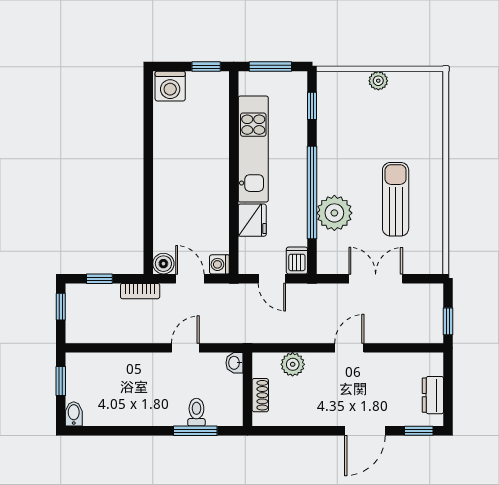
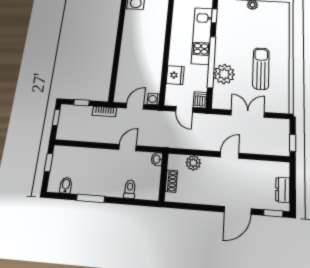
kitchen unit: (253, 149) -> (202, 36), moved, turned 180
boiler: (163, 264) -> (120, 96), removed
door: (190, 279) -> (135, 106), hinge flipped
bidet: (74, 414) -> (66, 185), moved
window: (195, 431) -> (91, 198), moved

